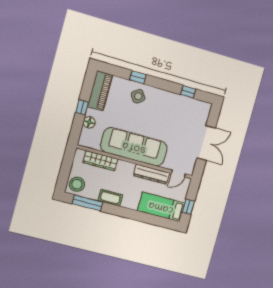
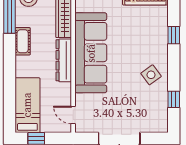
side table: (138, 96) -> (151, 75), moved
dresser: (151, 174) -> (64, 60), moved

